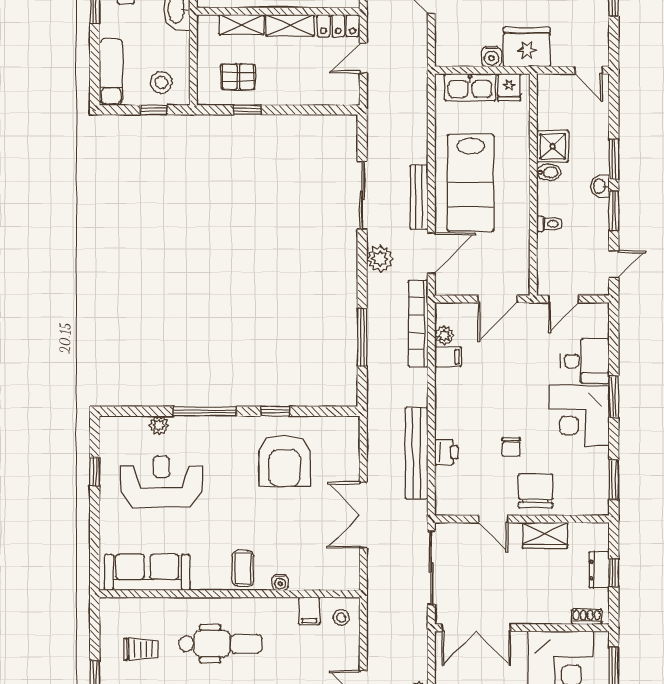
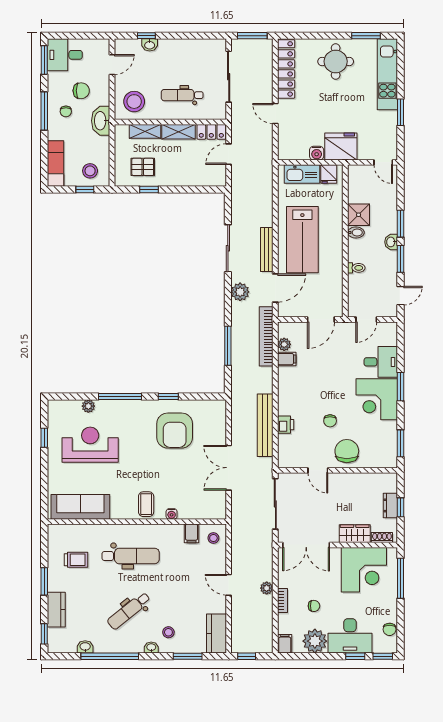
wardrobe: (545, 535) -> (355, 534), moved, turned 180

